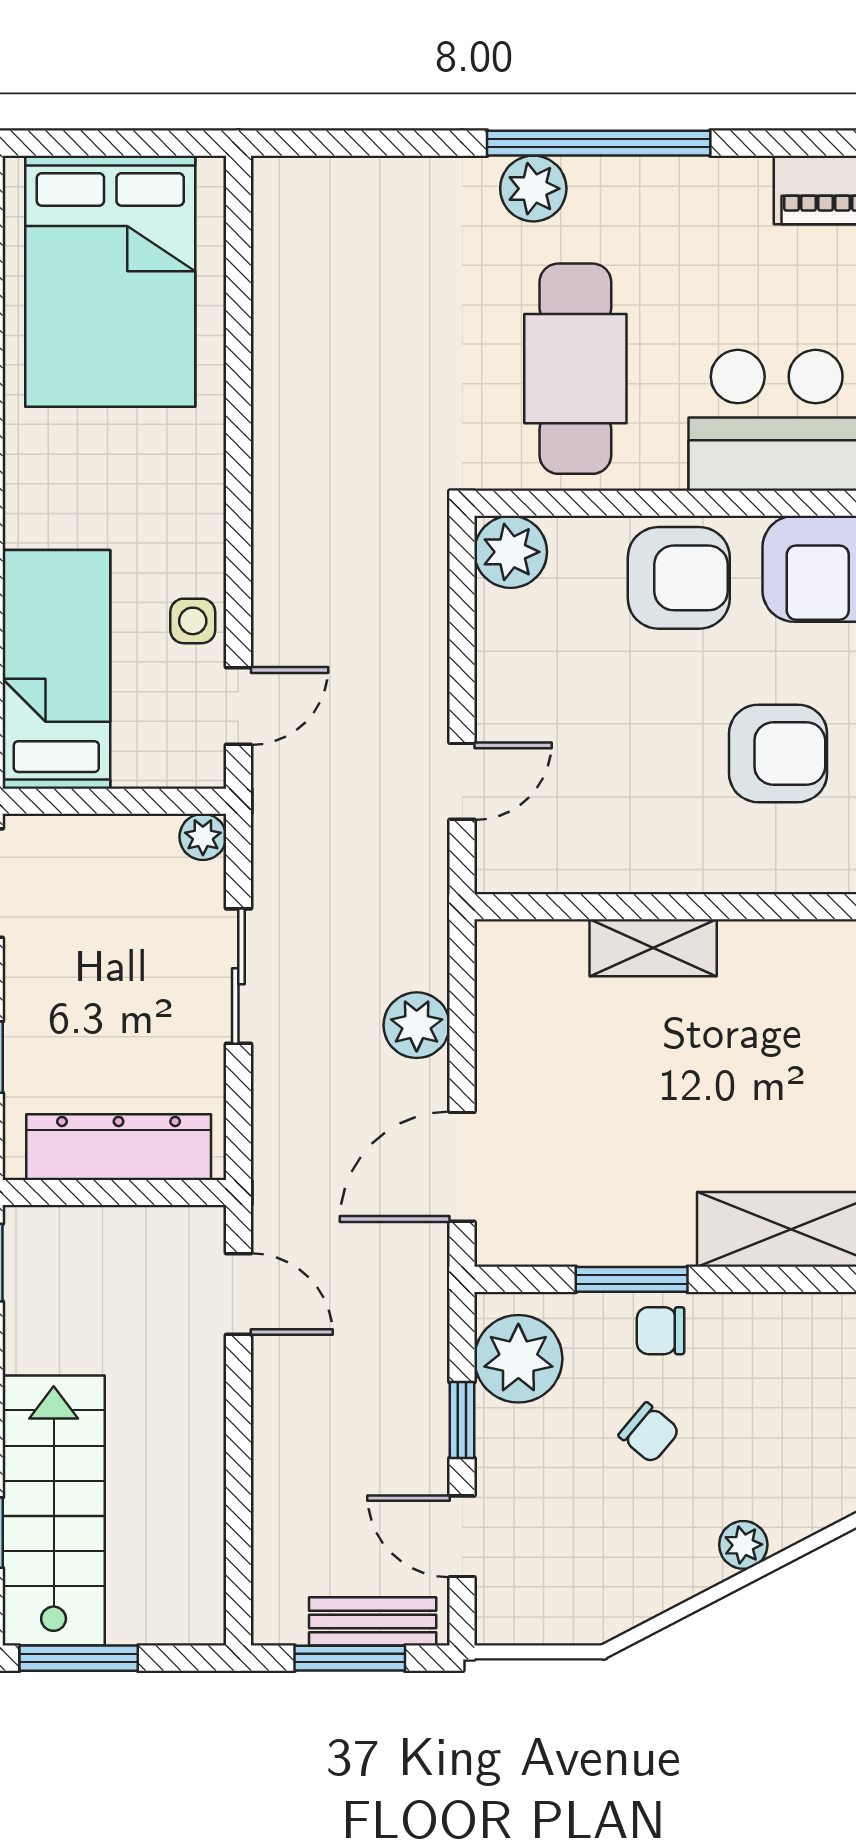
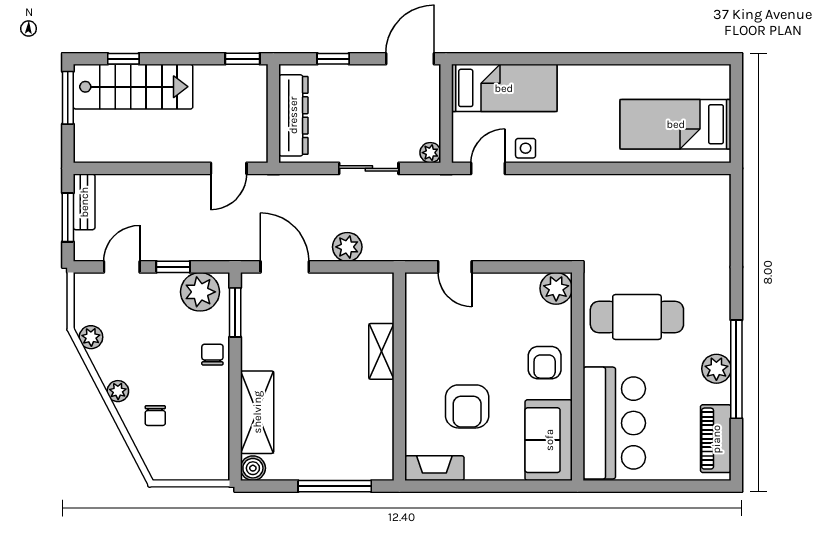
window: (599, 143) -> (736, 369), moved
plant: (533, 189) -> (716, 369), moved
bed: (110, 281) -> (676, 124), width x0.67
armchair: (679, 578) -> (545, 363), width x0.72, depth x0.72
door: (238, 706) -> (488, 168), swing flipped
window: (632, 1279) -> (235, 312), moved
chair: (649, 1433) -> (155, 416), moved, turned -40
plant: (621, 1606) -> (91, 337), added
bench: (373, 1621) -> (84, 202), moved

